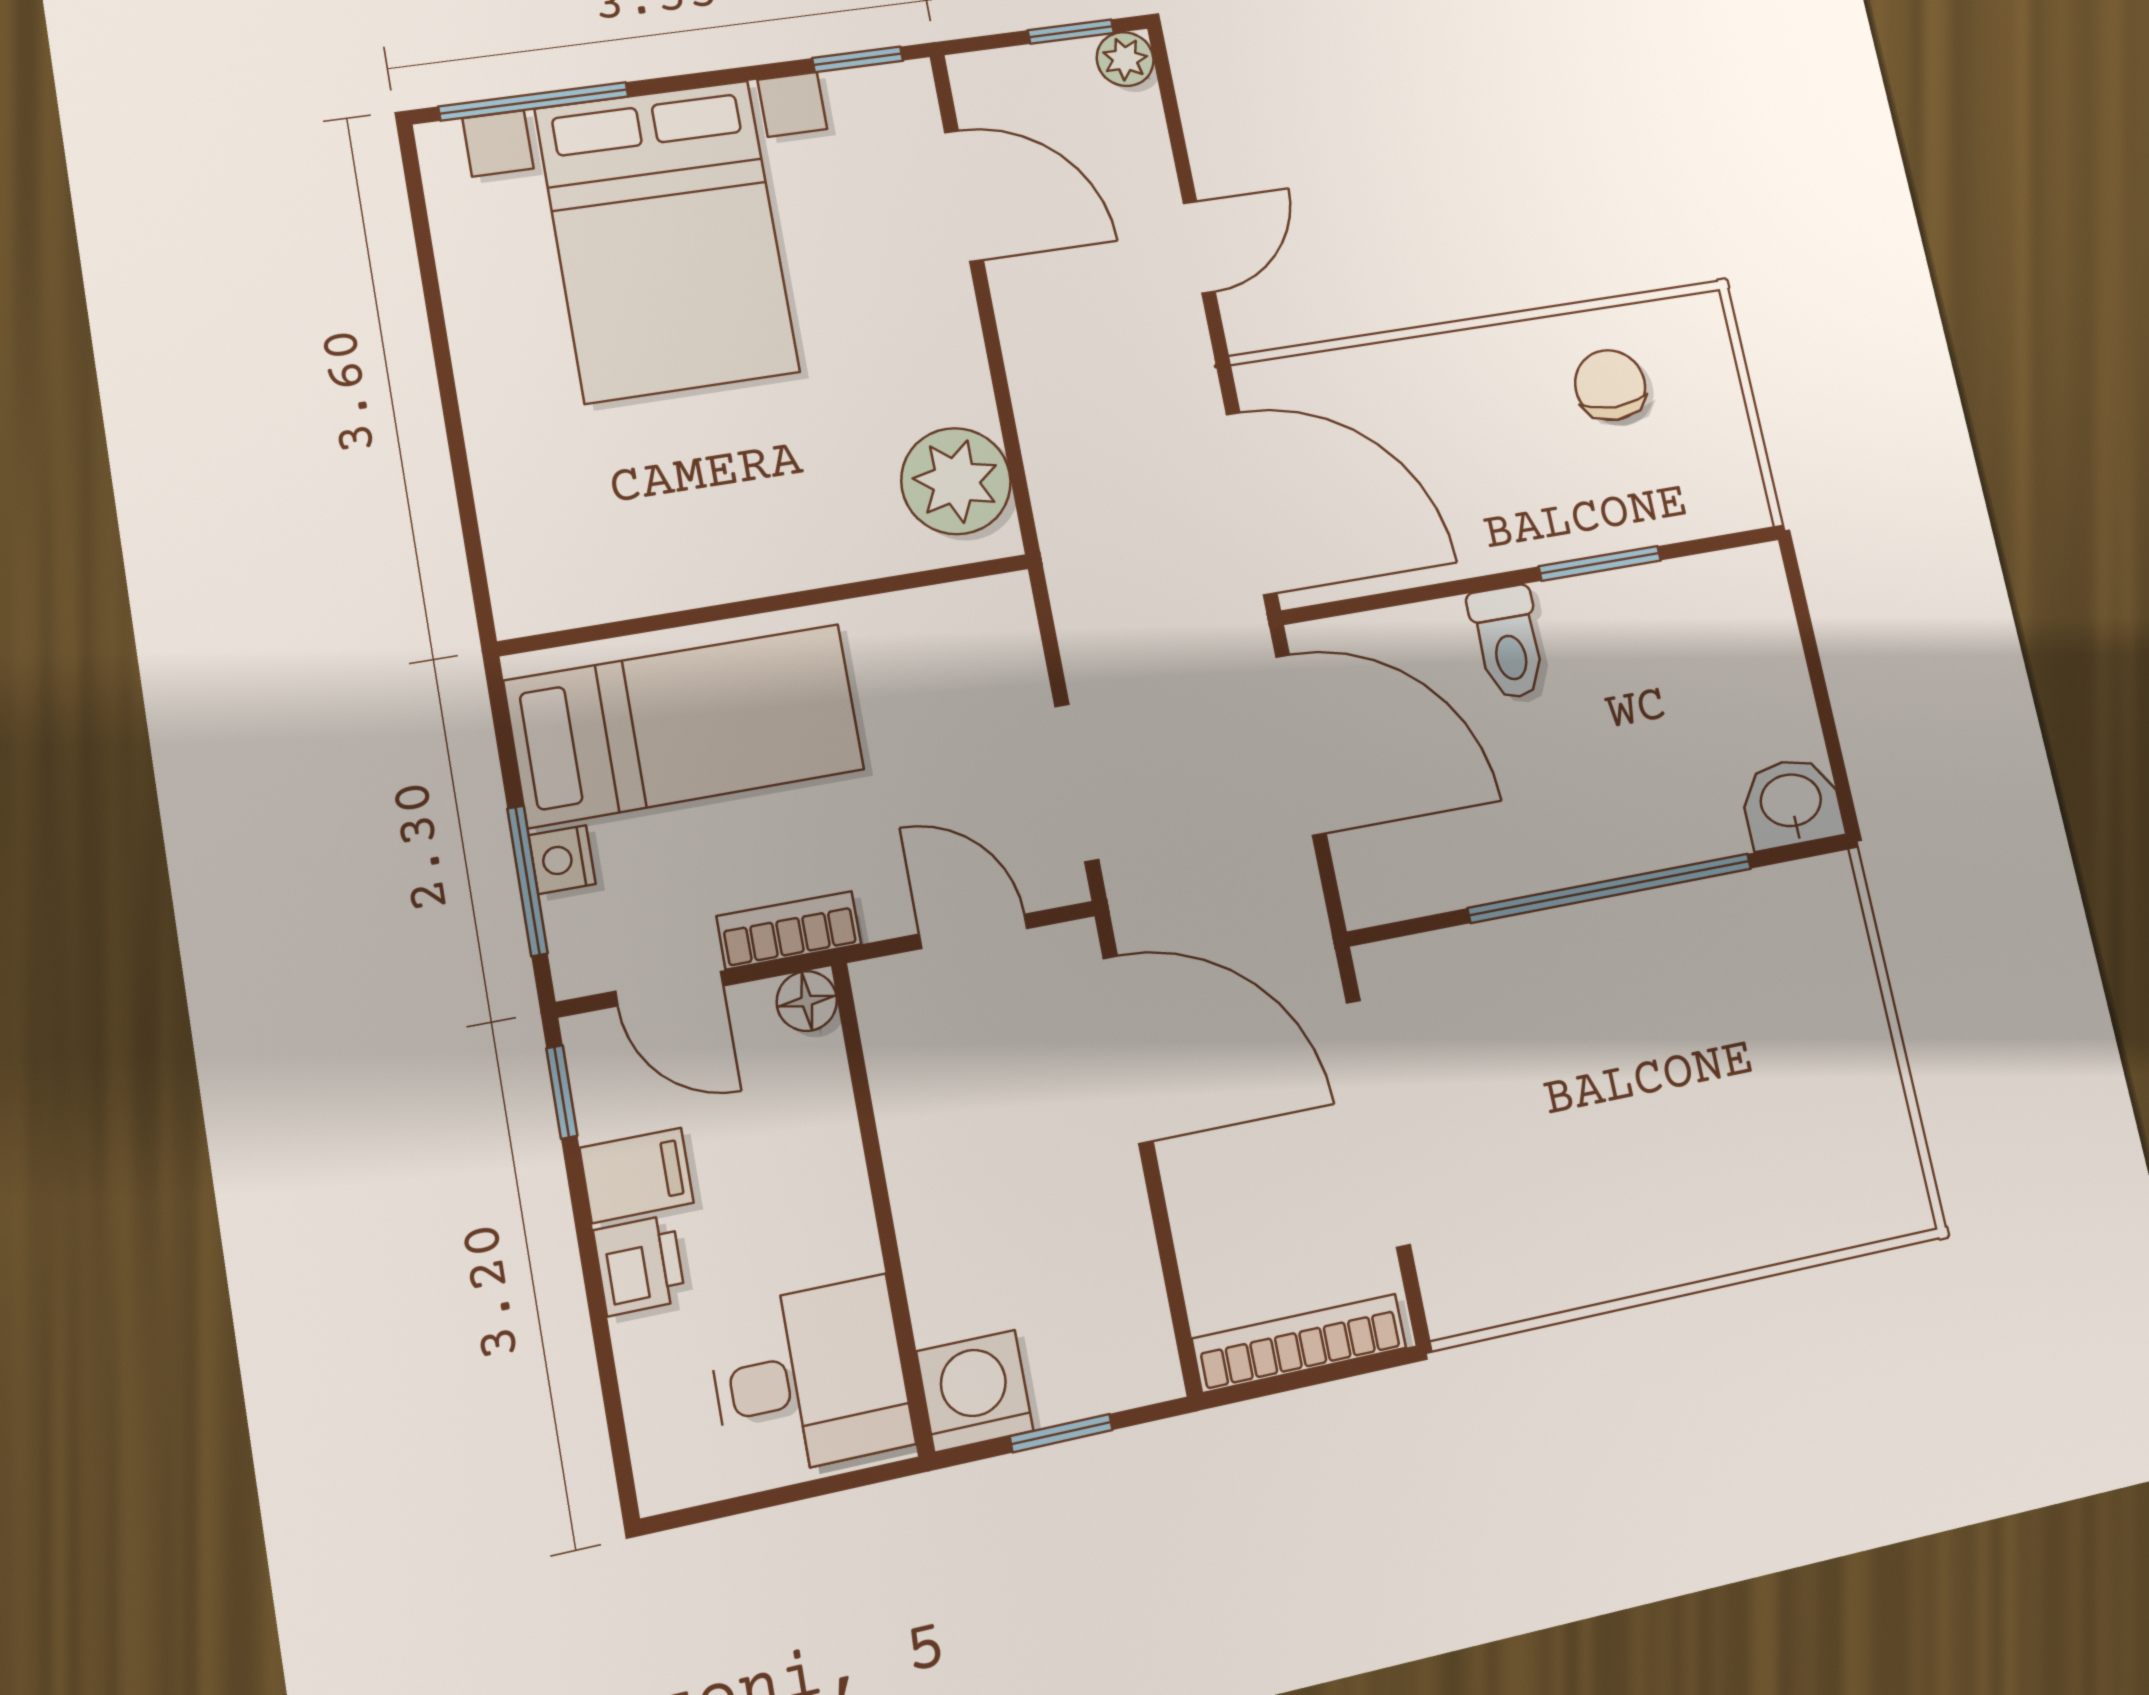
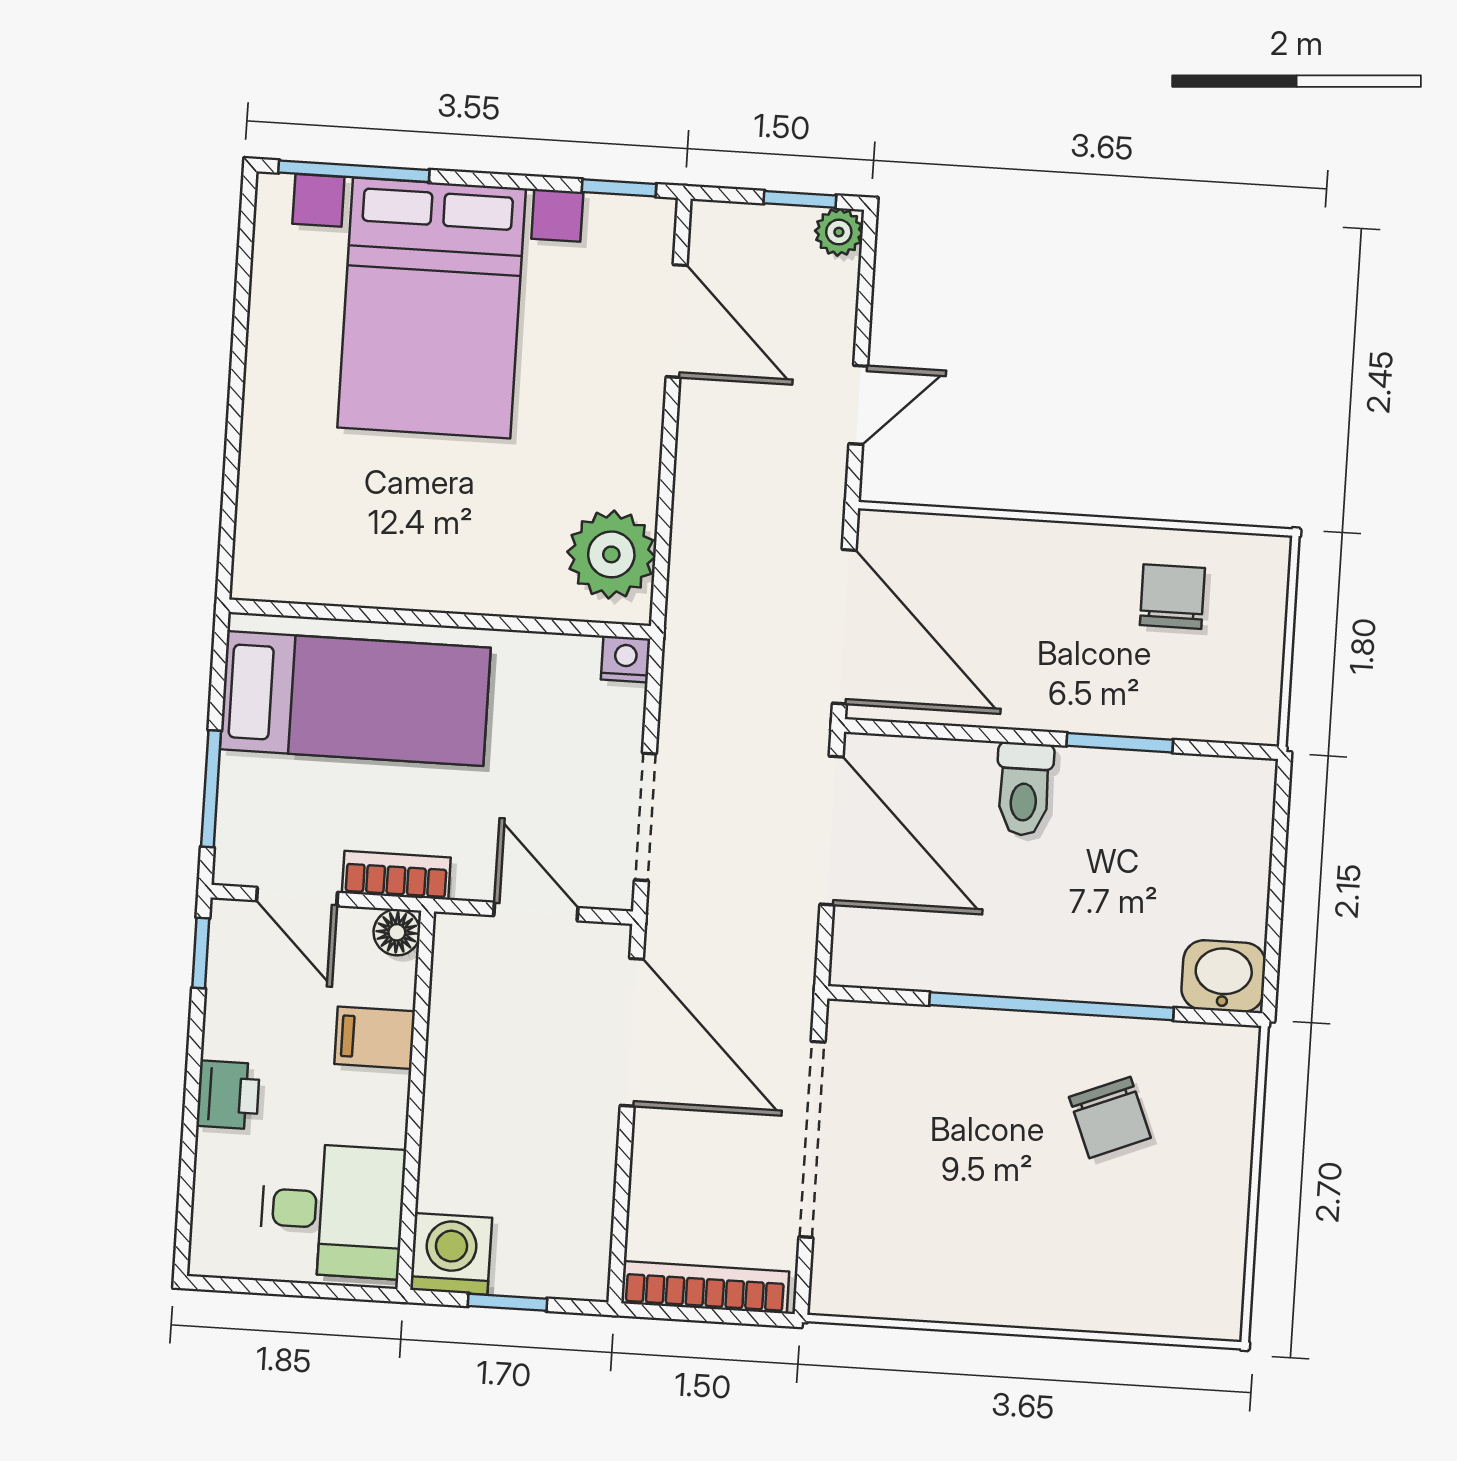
nightstand: (562, 860) -> (626, 659), moved, turned 90
chair: (1713, 1002) -> (1110, 1117), added
filing cabinet: (637, 1175) -> (375, 1038), moved, turned 180

